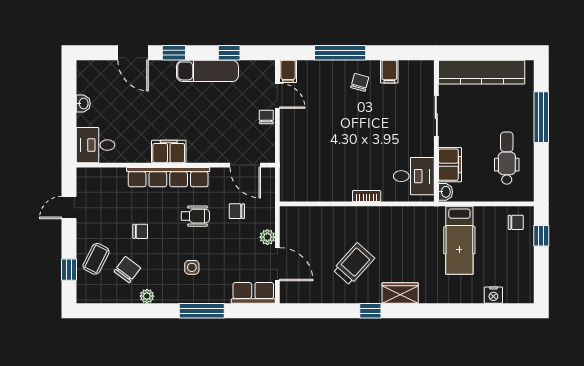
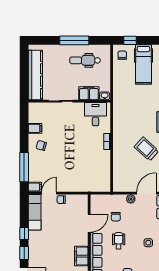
window: (229, 53) -> (24, 234), moved
window: (340, 53) -> (24, 167), moved
exam couch: (207, 71) -> (35, 212), moved
window: (541, 117) -> (74, 40), moved
door: (245, 165) -> (89, 223), moved
hospital bed: (459, 240) -> (143, 64), moved, turned 90

